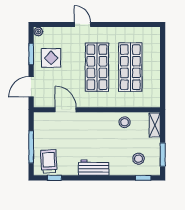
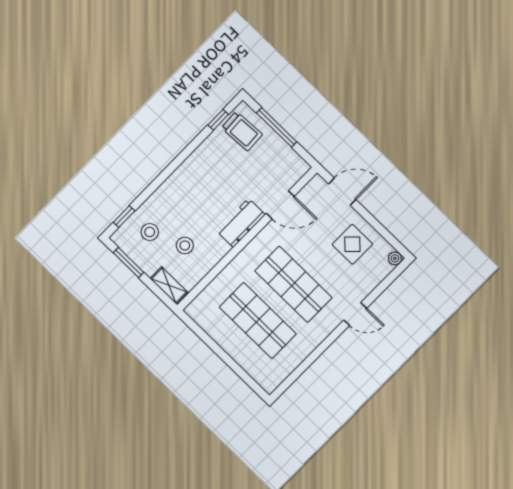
window: (31, 54) -> (378, 227), removed
door: (31, 87) -> (342, 192), hinge flipped
stool: (125, 122) -> (185, 245), moved
workbench: (94, 168) -> (241, 223), moved, turned 180

